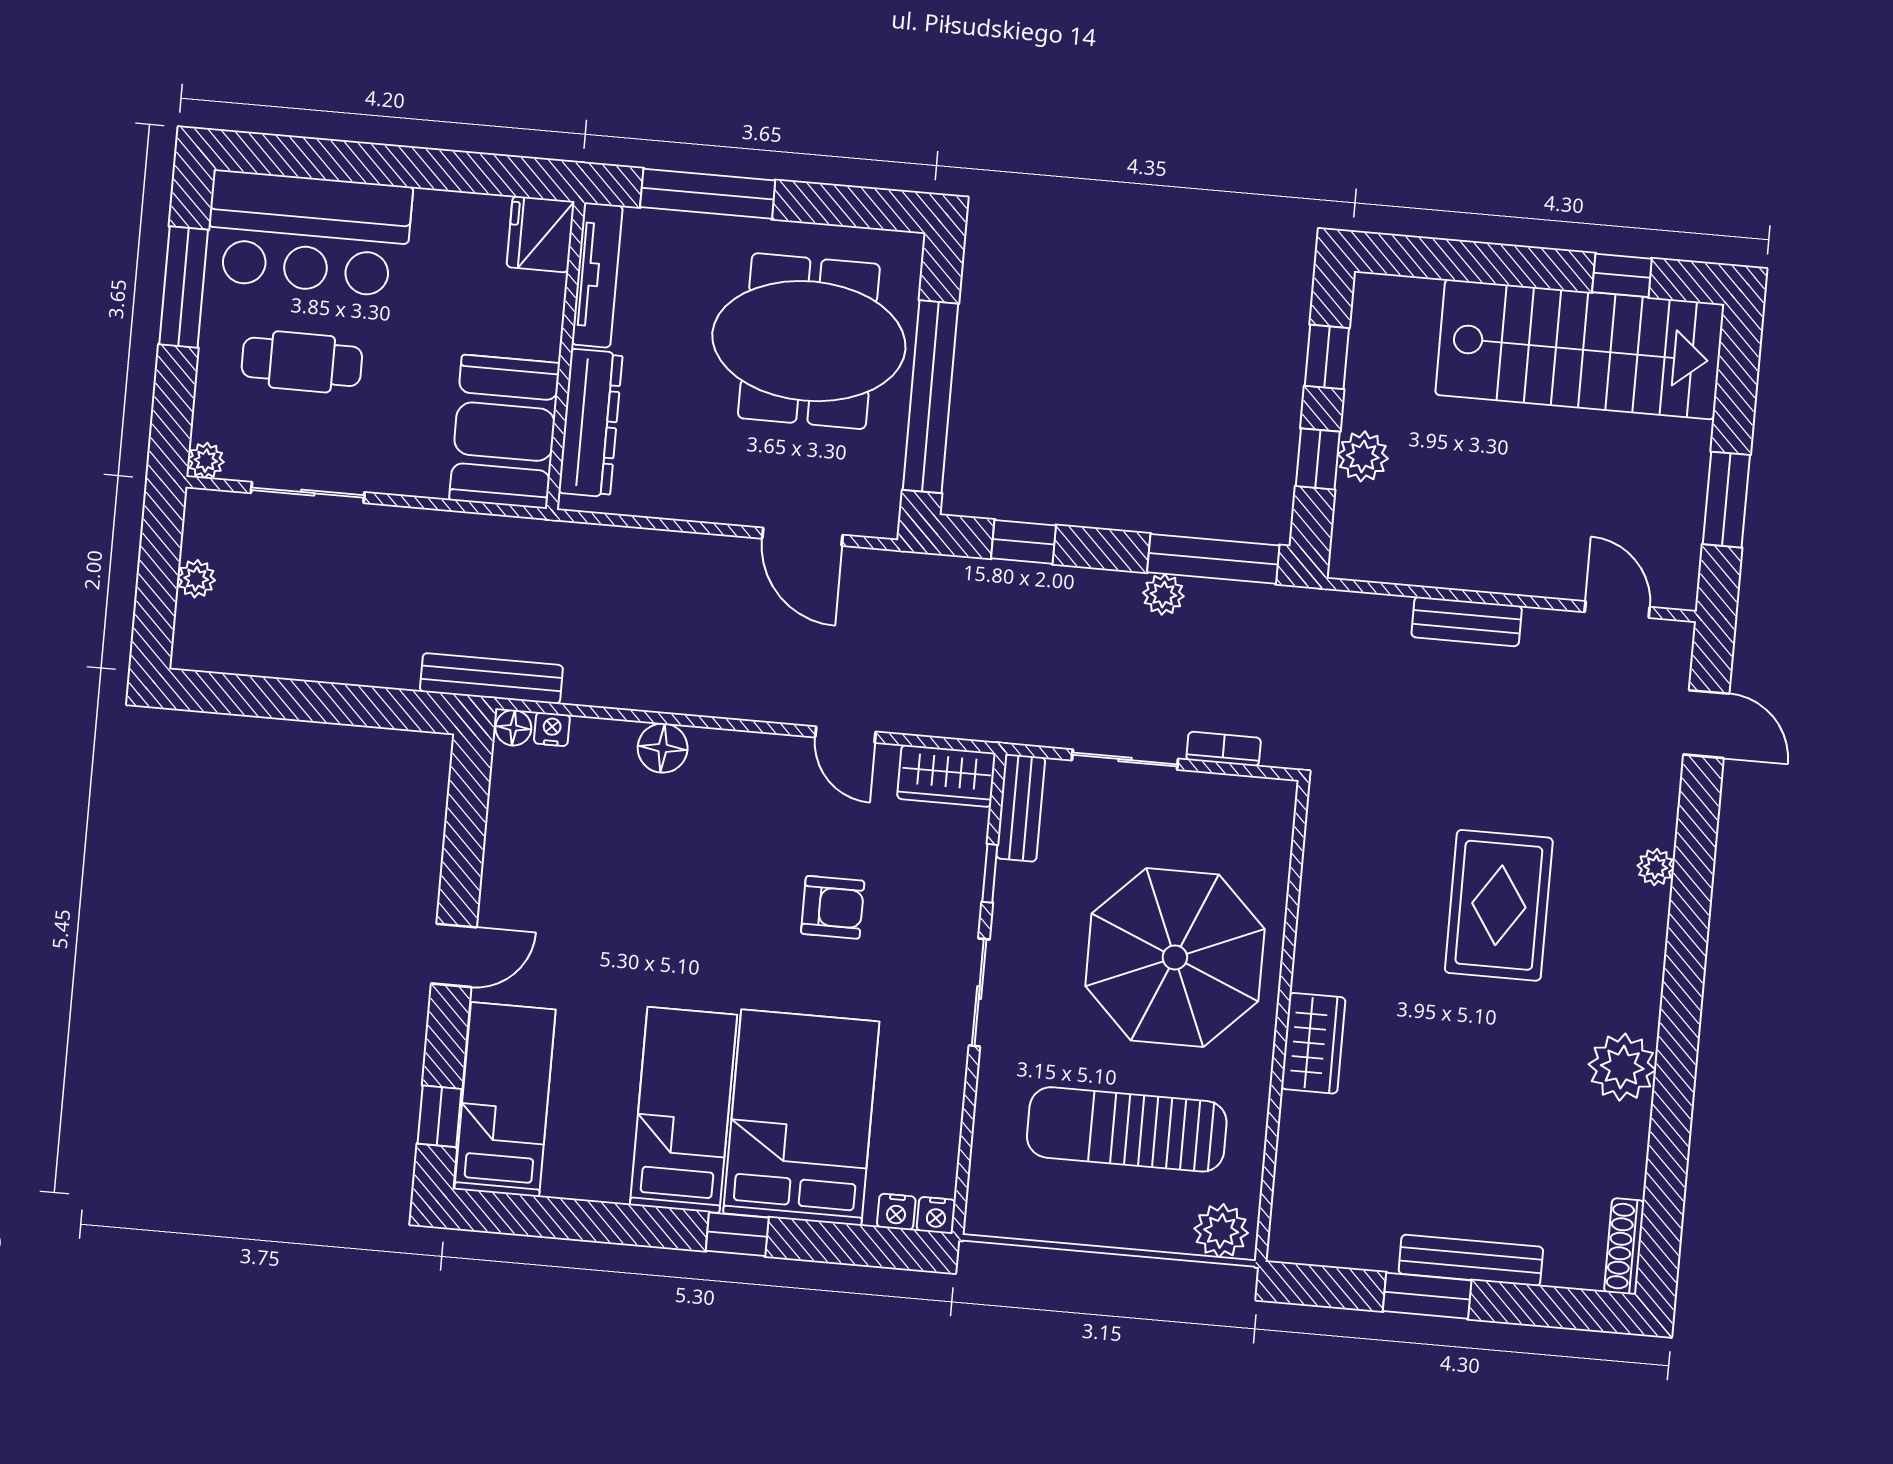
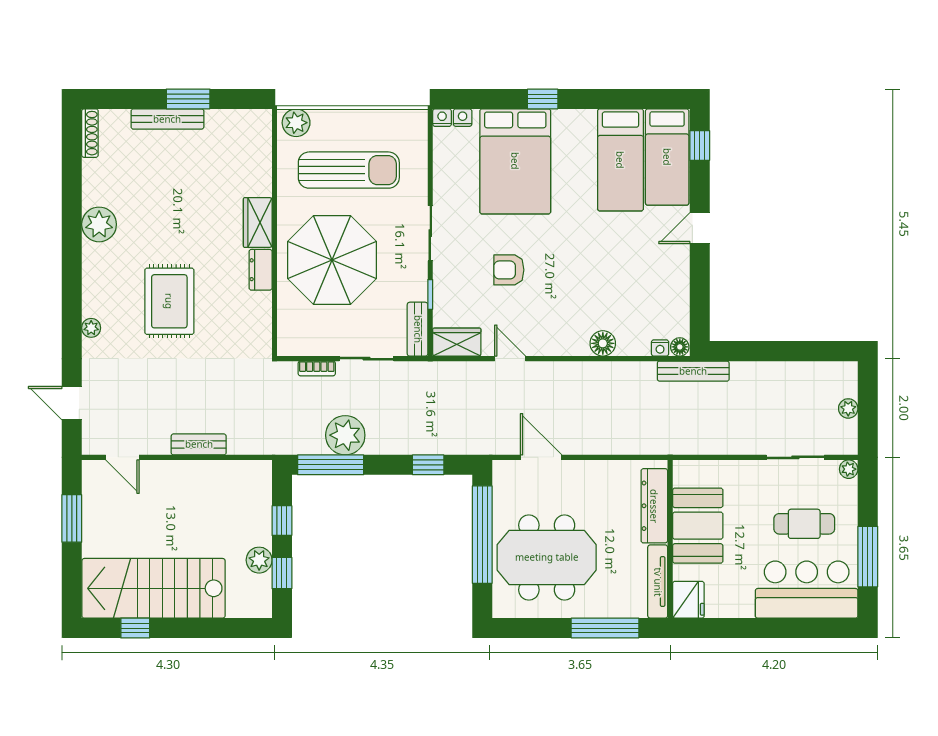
booth: (505, 432) -> (698, 526), moved
plant: (1363, 456) -> (259, 560), moved
plant: (1163, 594) -> (345, 435), width x1.88, depth x1.88
dresser: (1316, 951) -> (261, 270), added
bed: (683, 1110) -> (620, 160), moved

